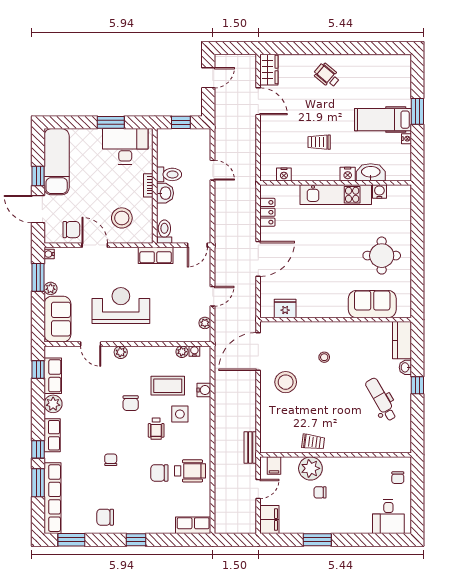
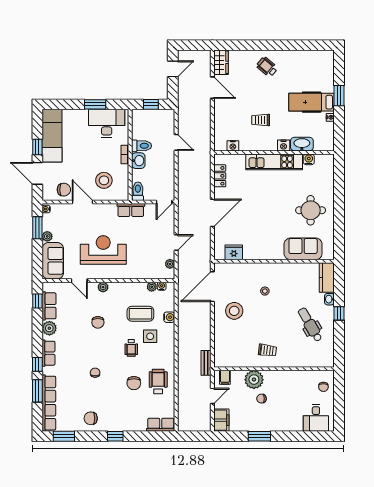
chair: (131, 403) -> (98, 322), moved
trolley: (313, 442) -> (267, 350), moved
wheelchair: (190, 471) -> (158, 381), turned -90
chair: (159, 473) -> (134, 383), turned -90

